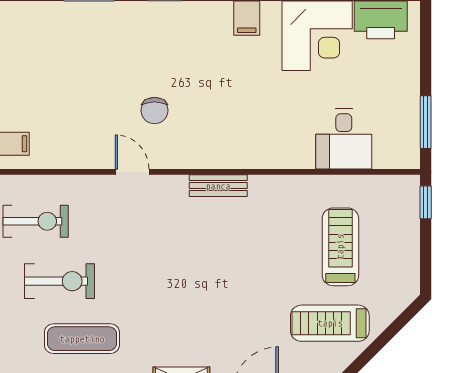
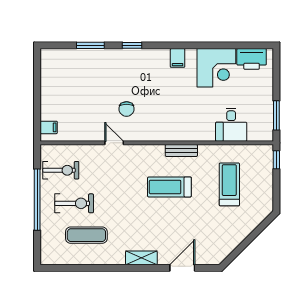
bench: (218, 186) -> (181, 151), moved
treadmill: (330, 323) -> (169, 187), moved

